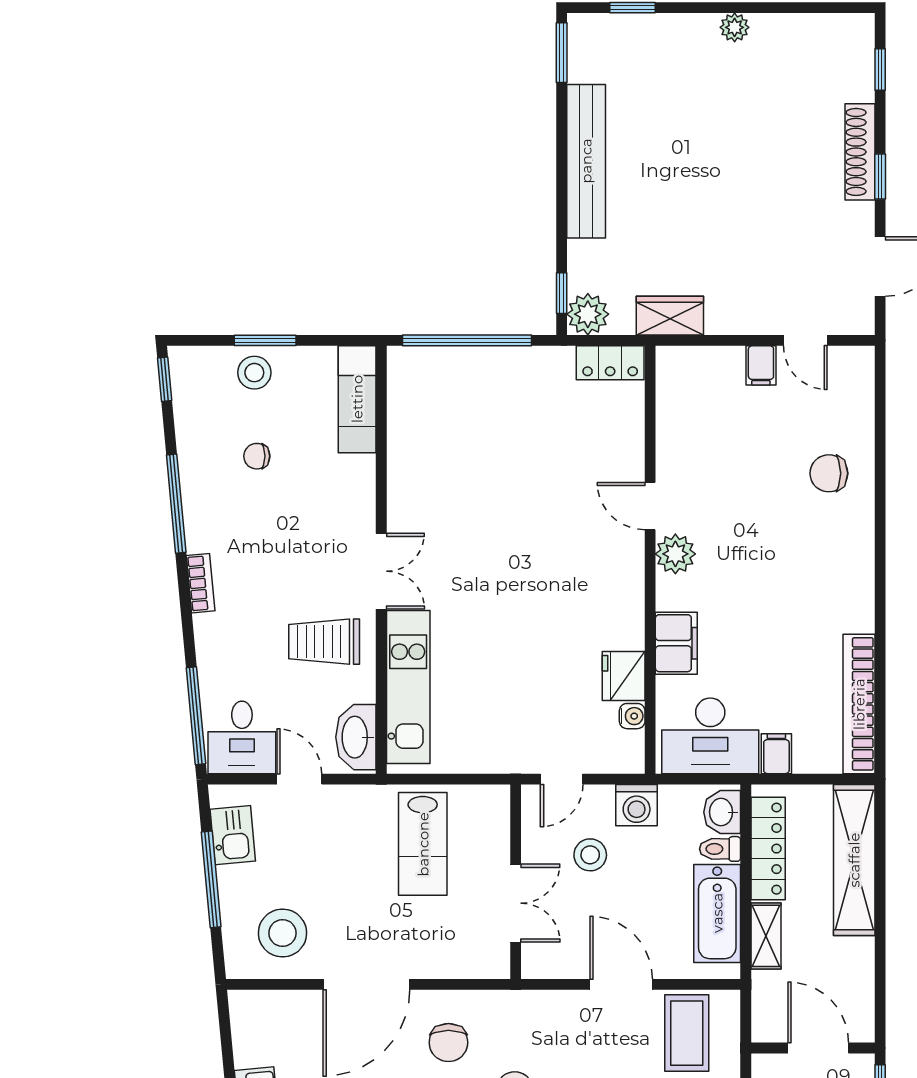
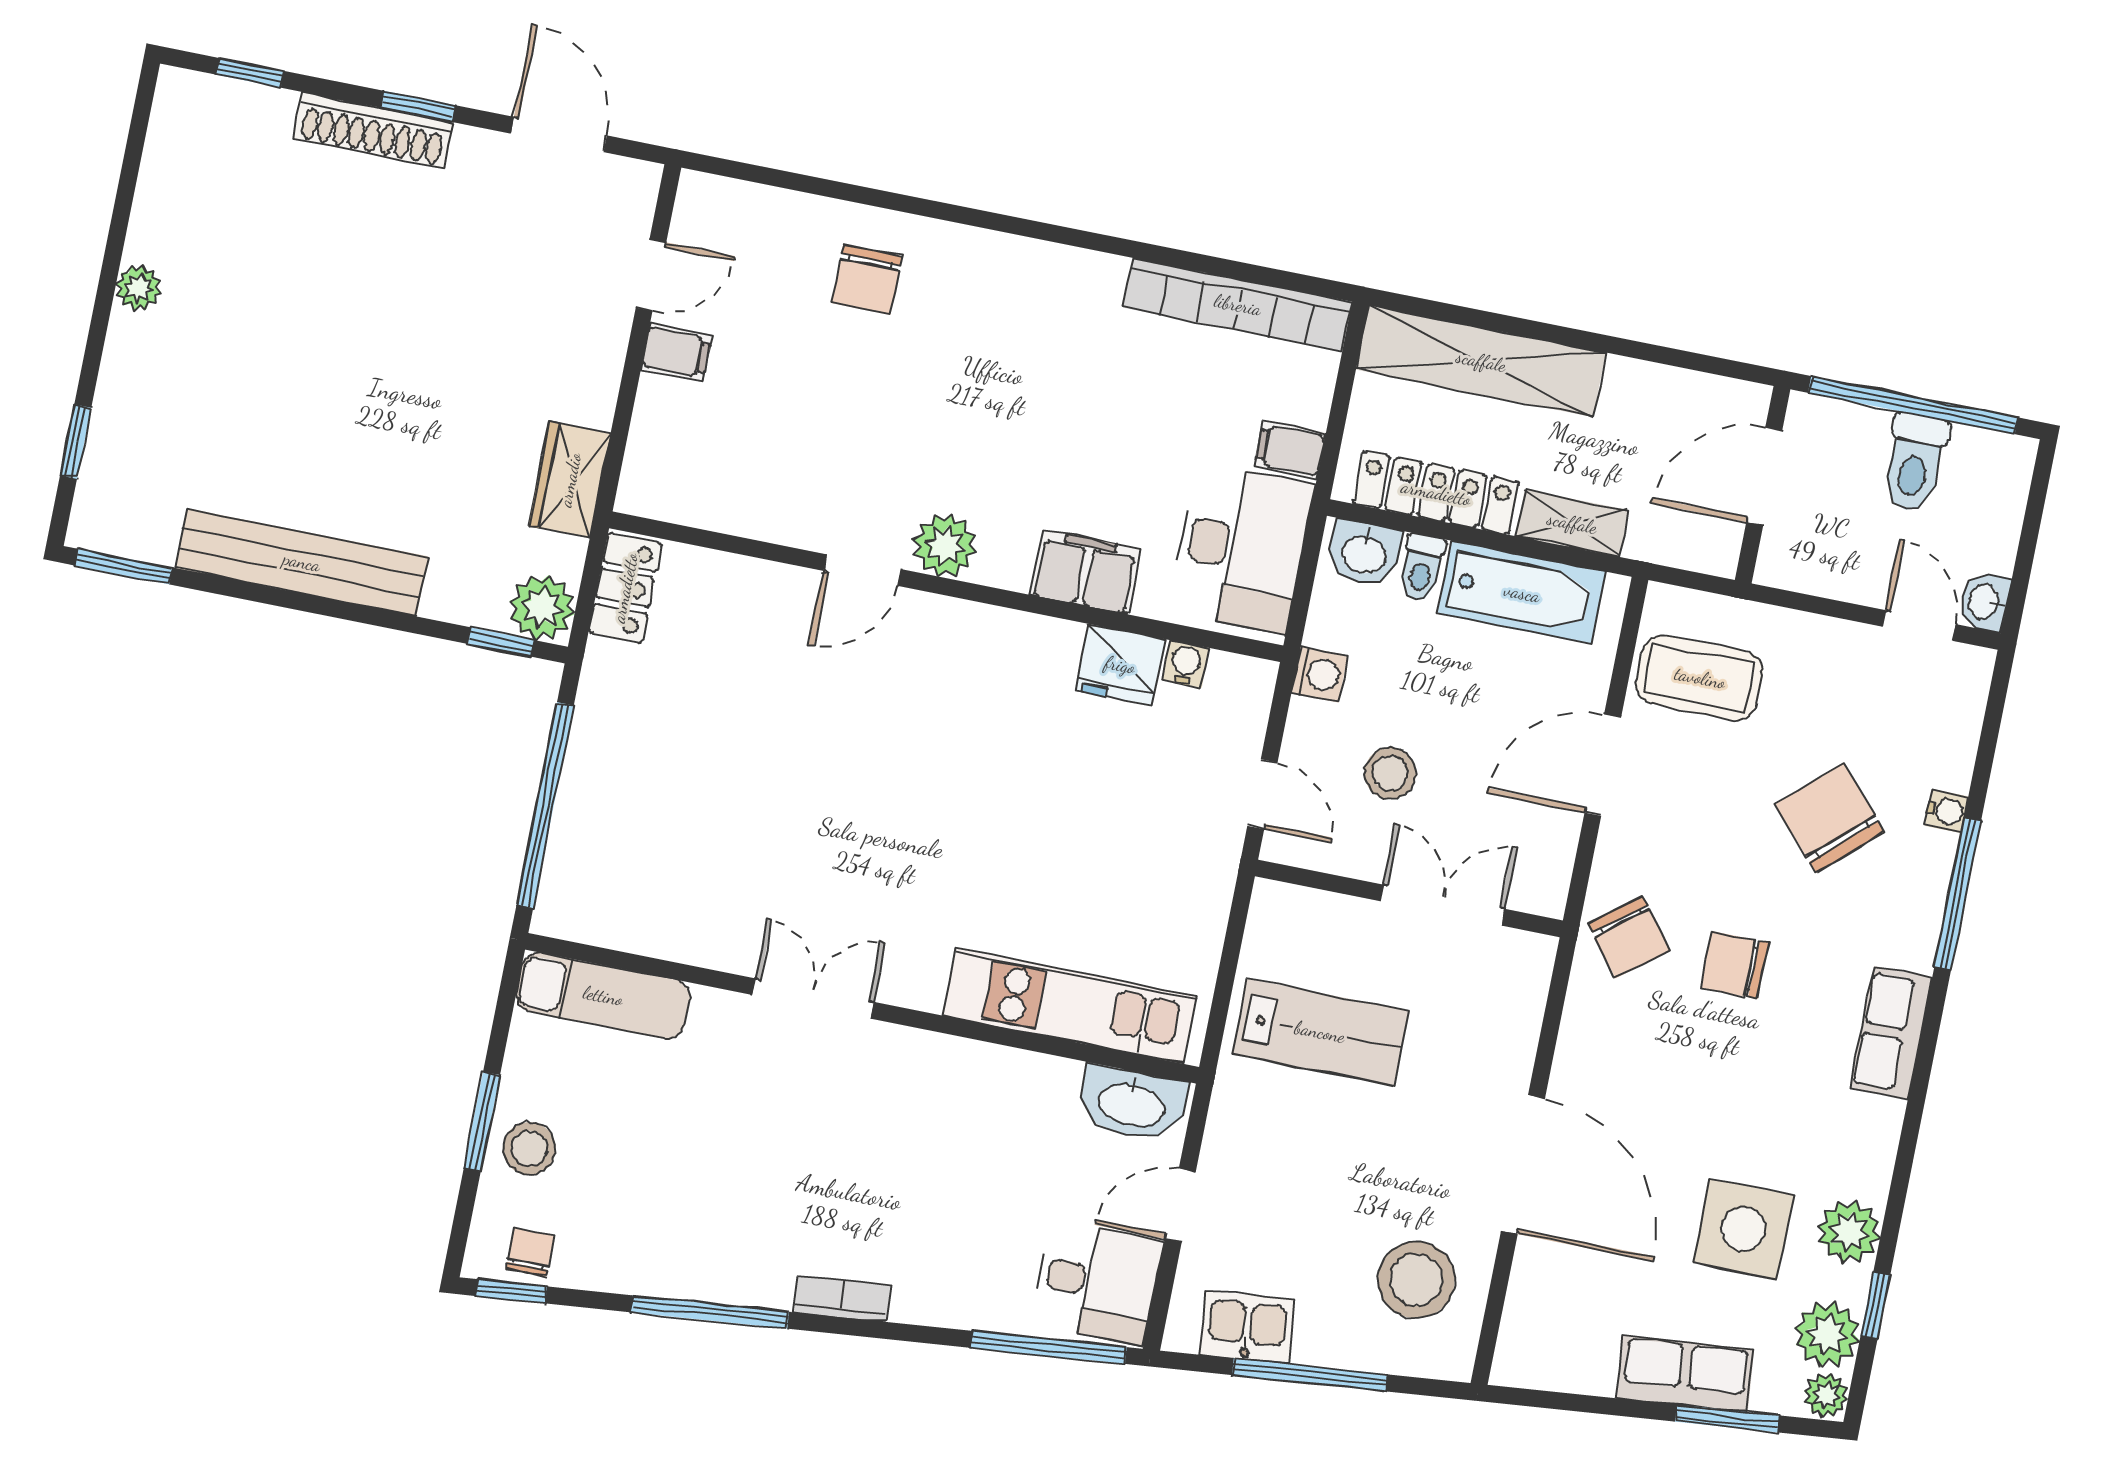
chair: (257, 456) -> (530, 1252), moved, turned 180
double door: (381, 571) -> (813, 998), moved
trolley: (324, 642) -> (972, 1124), removed
washing machine: (637, 805) -> (1320, 674), width x0.73, depth x0.73
chair: (448, 1043) -> (1629, 937), moved, turned 52

